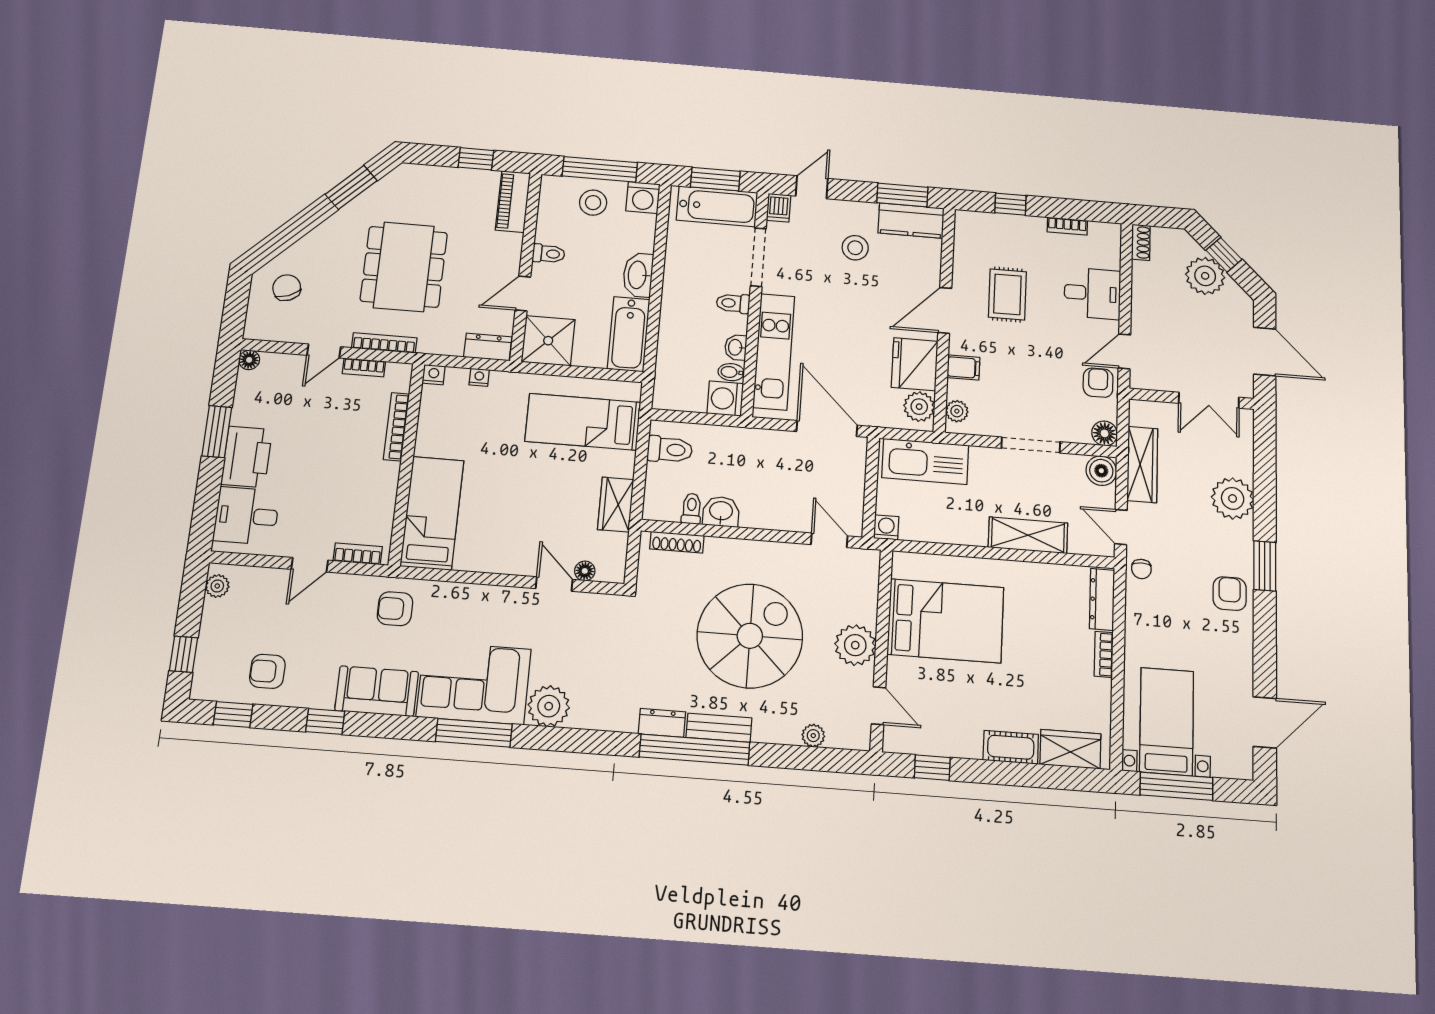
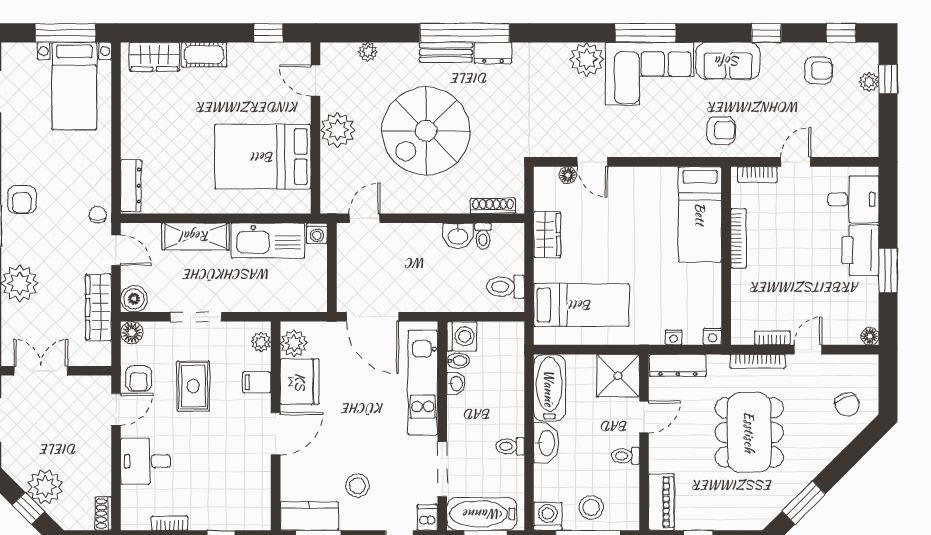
rug: (1007, 294) -> (193, 386), moved
toilet: (733, 303) -> (510, 446), moved, turned 180
dresser: (488, 347) -> (678, 365), width x1.44
bookcase: (396, 427) -> (738, 238), moved
kitchen sink: (925, 461) -> (268, 241), moved, turned 180
door: (829, 540) -> (365, 218), swing flipped
plant: (217, 586) -> (869, 82), moved
bookcase: (1104, 654) -> (128, 139), removed

